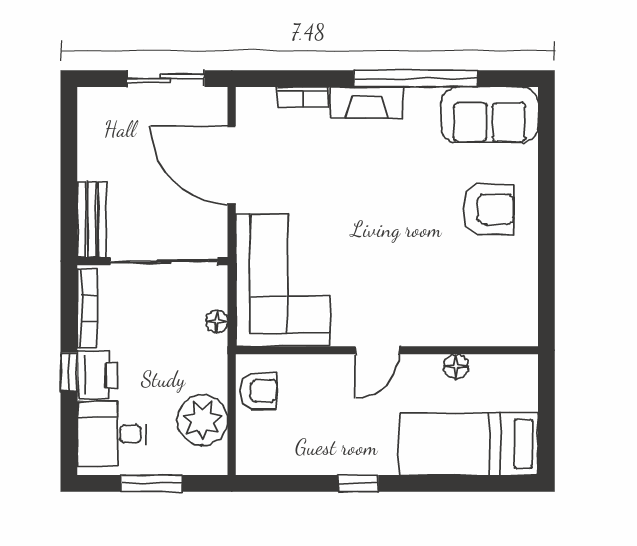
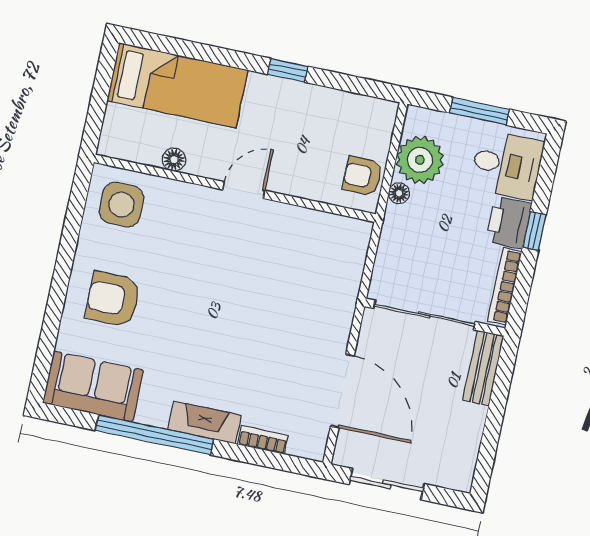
corner sofa: (283, 280) -> (318, 274), removed
side table: (500, 309) -> (121, 205), added
floor lamp: (217, 322) -> (399, 193), moved

